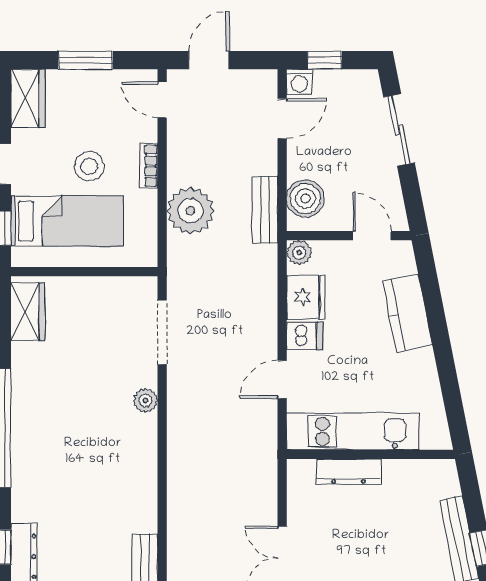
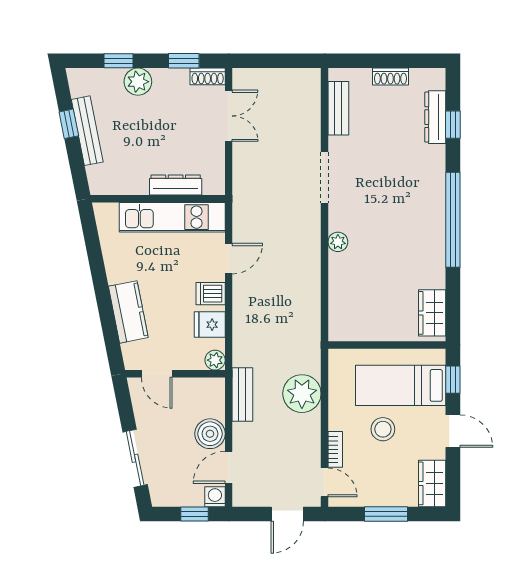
bookcase: (149, 166) -> (335, 449), moved
boiler: (305, 198) -> (210, 434), moved
fridge: (306, 297) -> (210, 325), width x0.72
doorway: (162, 332) -> (325, 178), moved

